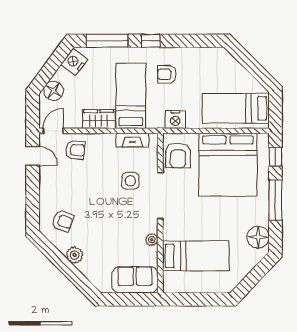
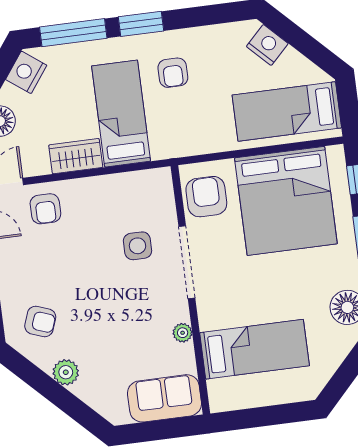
window: (151, 41) -> (141, 24), width x1.50
armchair: (167, 74) -> (173, 73), turned -90
nightstand: (175, 120) -> (267, 45), moved, turned -135
fireplace: (132, 140) -> (132, 182), removed
armchair: (75, 150) -> (45, 209), turned 85
armchair: (178, 155) -> (206, 197), turned 180

